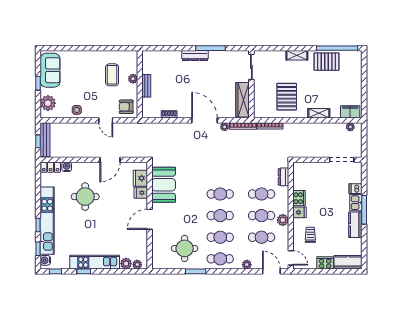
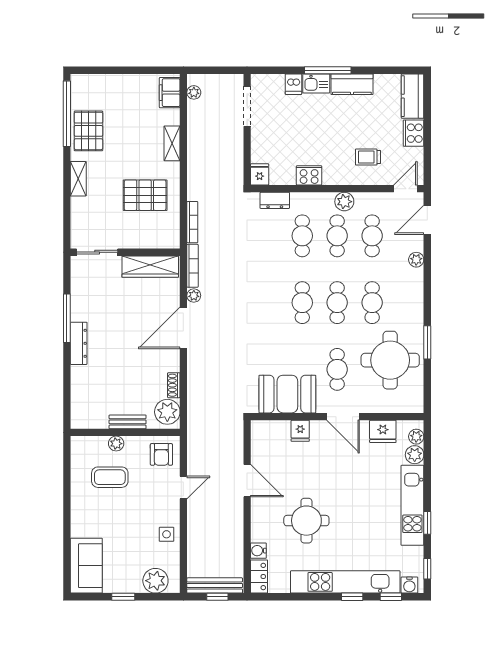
sofa: (50, 70) -> (86, 566), moved, turned 90
plant: (153, 110) -> (167, 412), added
fridge: (140, 178) -> (383, 431), moved
fridge: (300, 212) -> (260, 174), moved
round table: (185, 248) -> (390, 360), width x1.36, depth x1.36
cafe table: (220, 259) -> (337, 369), moved

